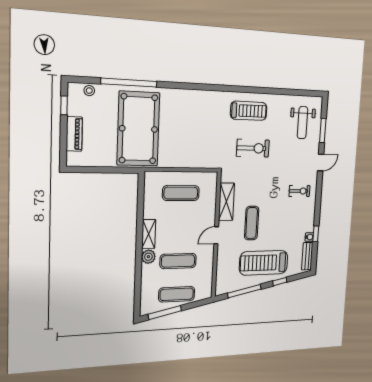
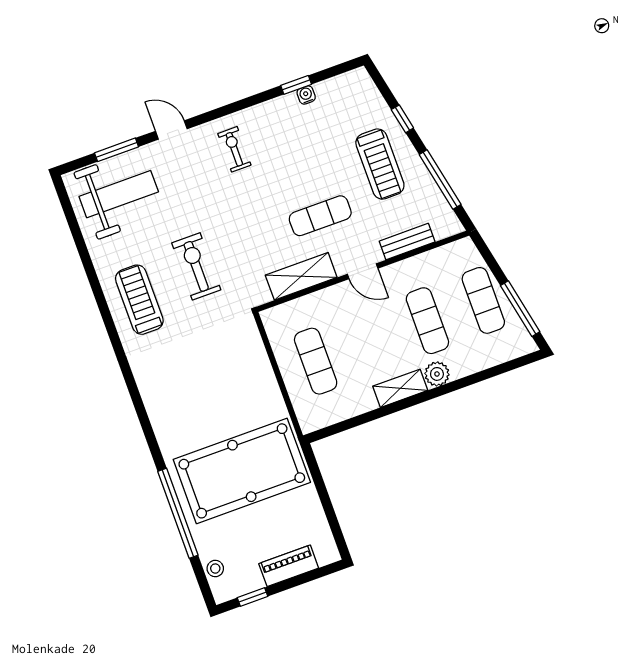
weight bench: (302, 123) -> (119, 194), width x1.36, depth x1.33
bench: (307, 256) -> (407, 242), moved
treadmill: (264, 263) -> (380, 164), width x0.73, depth x0.73

